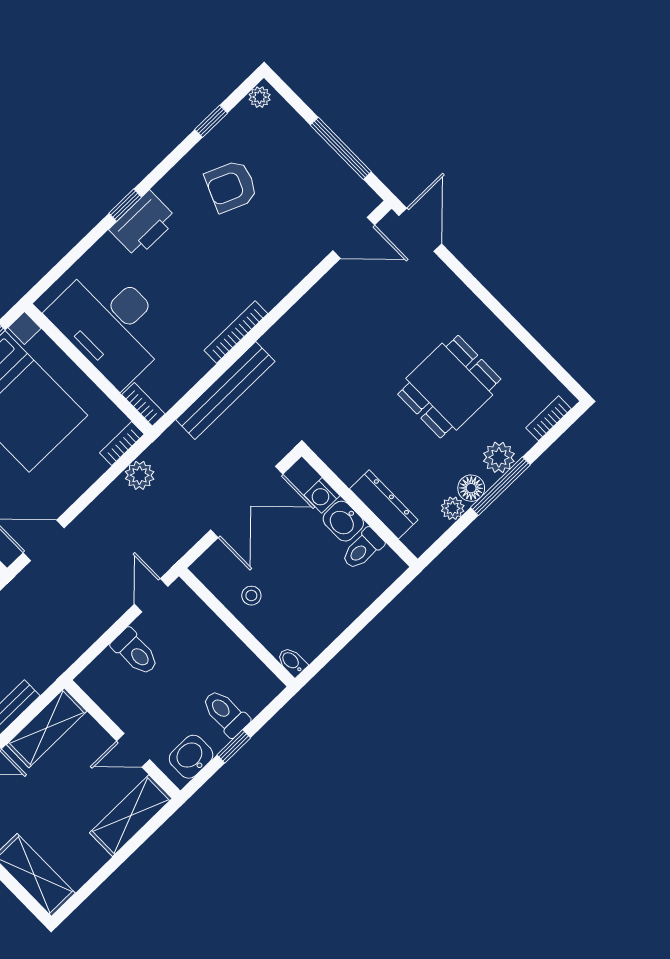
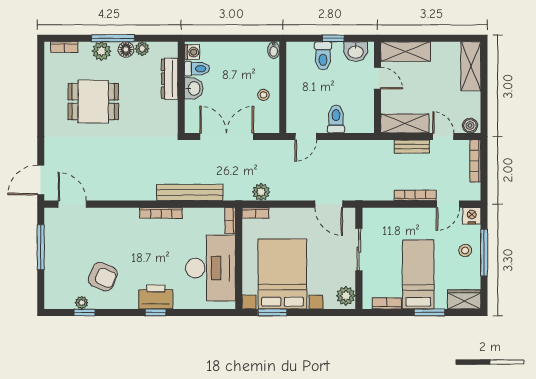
plant: (260, 97) -> (82, 303), moved
washing machine: (322, 495) -> (192, 52), moved

